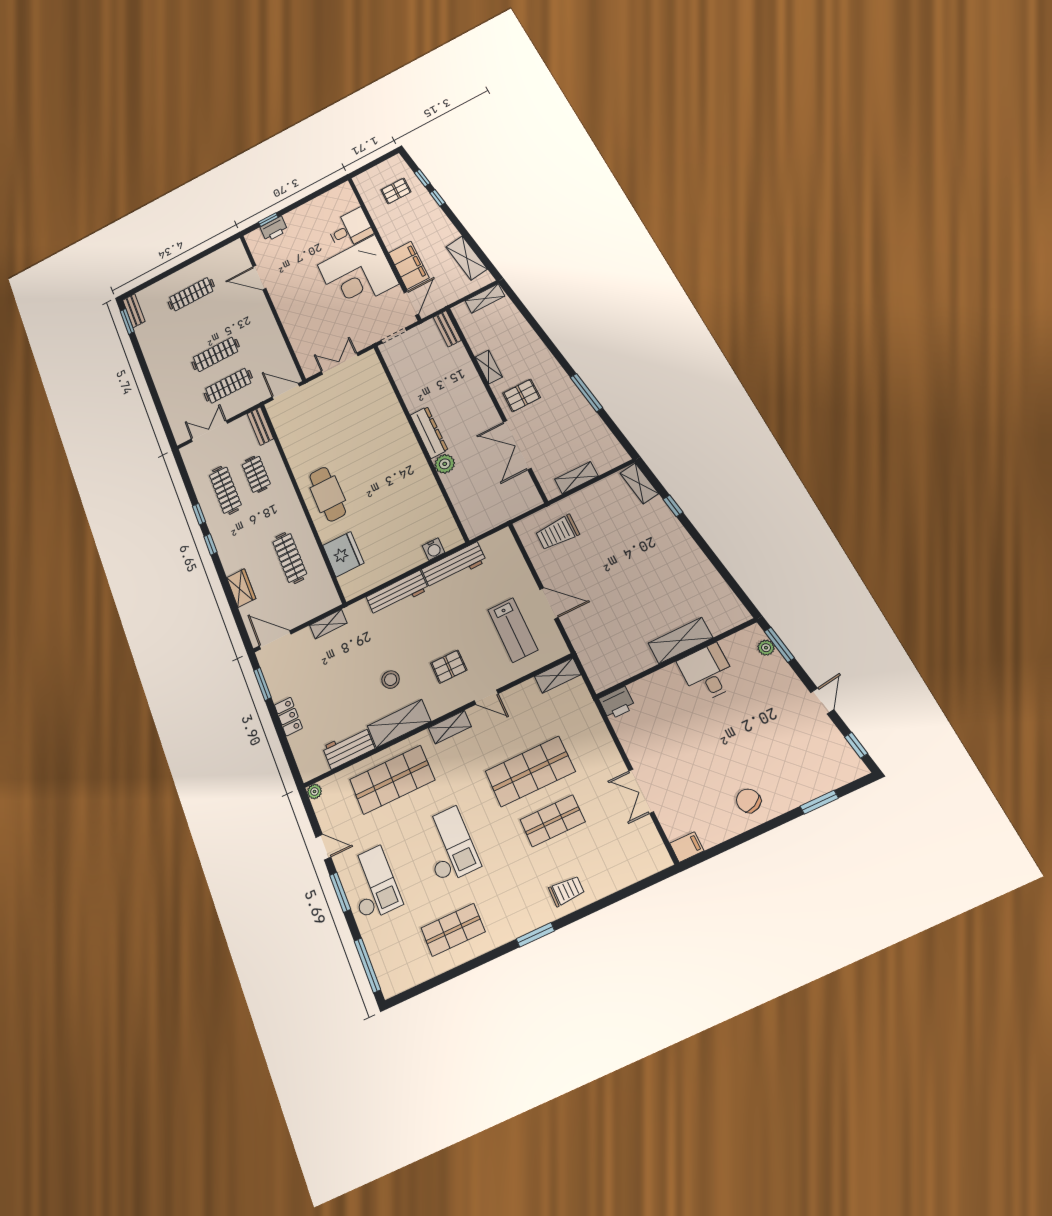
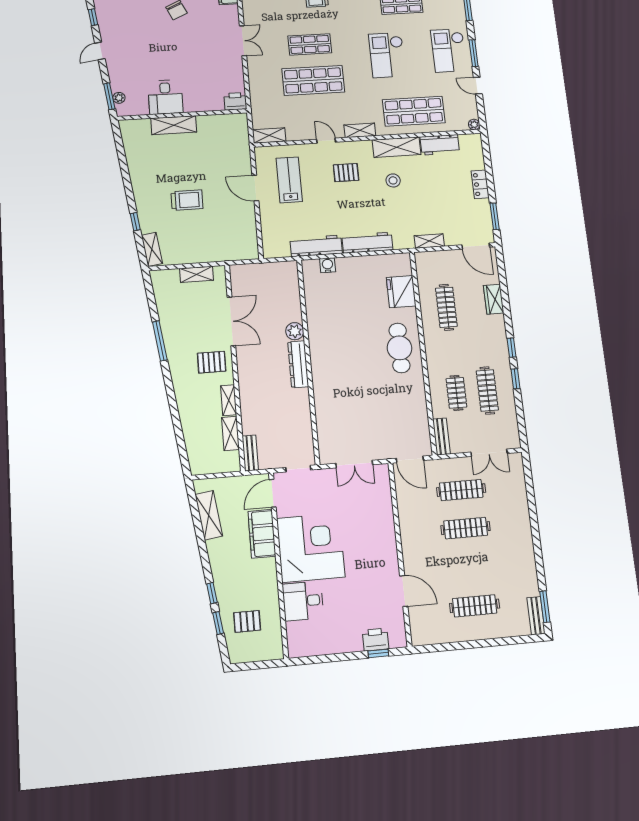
shelving: (485, 298) -> (230, 433), moved, turned 90
trolley: (557, 533) -> (187, 200), moved

